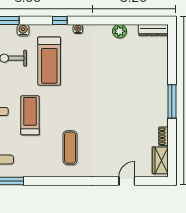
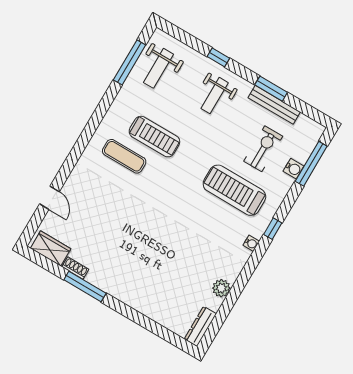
water cooler: (23, 30) -> (293, 169), moved
window: (172, 101) -> (85, 286), moved
treadmill: (30, 115) -> (154, 137), moved

